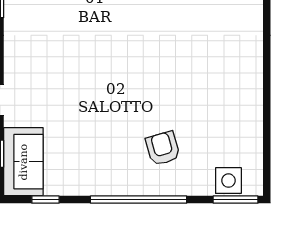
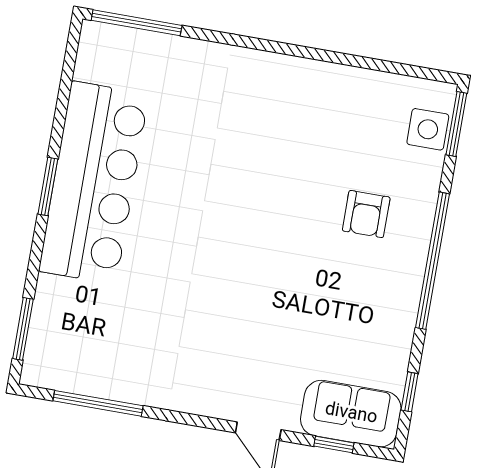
armchair: (163, 148) -> (366, 214), turned -74

